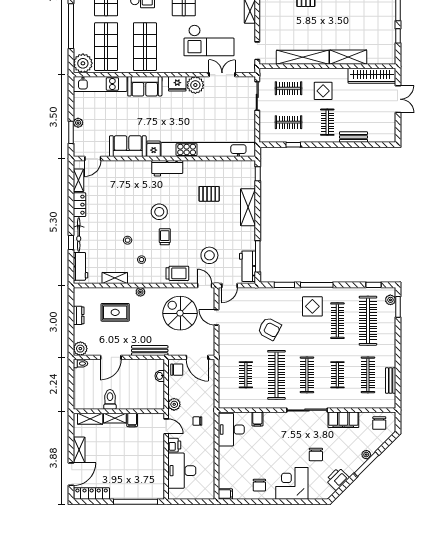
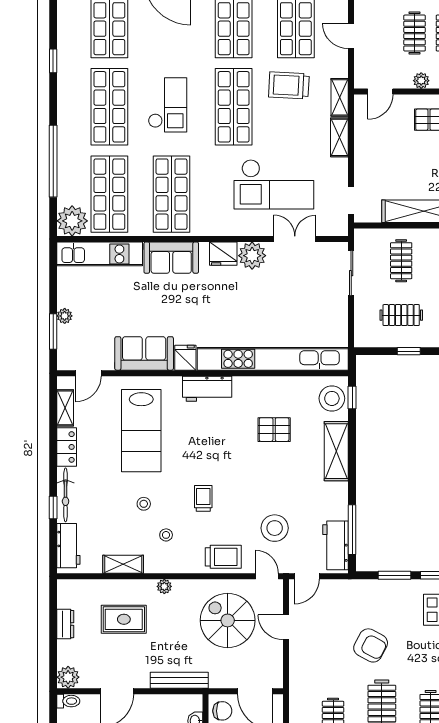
clothes rail: (289, 88) -> (401, 261), turned 90
lab bench: (126, 194) -> (141, 431), added
stool: (159, 212) -> (332, 398), moved

